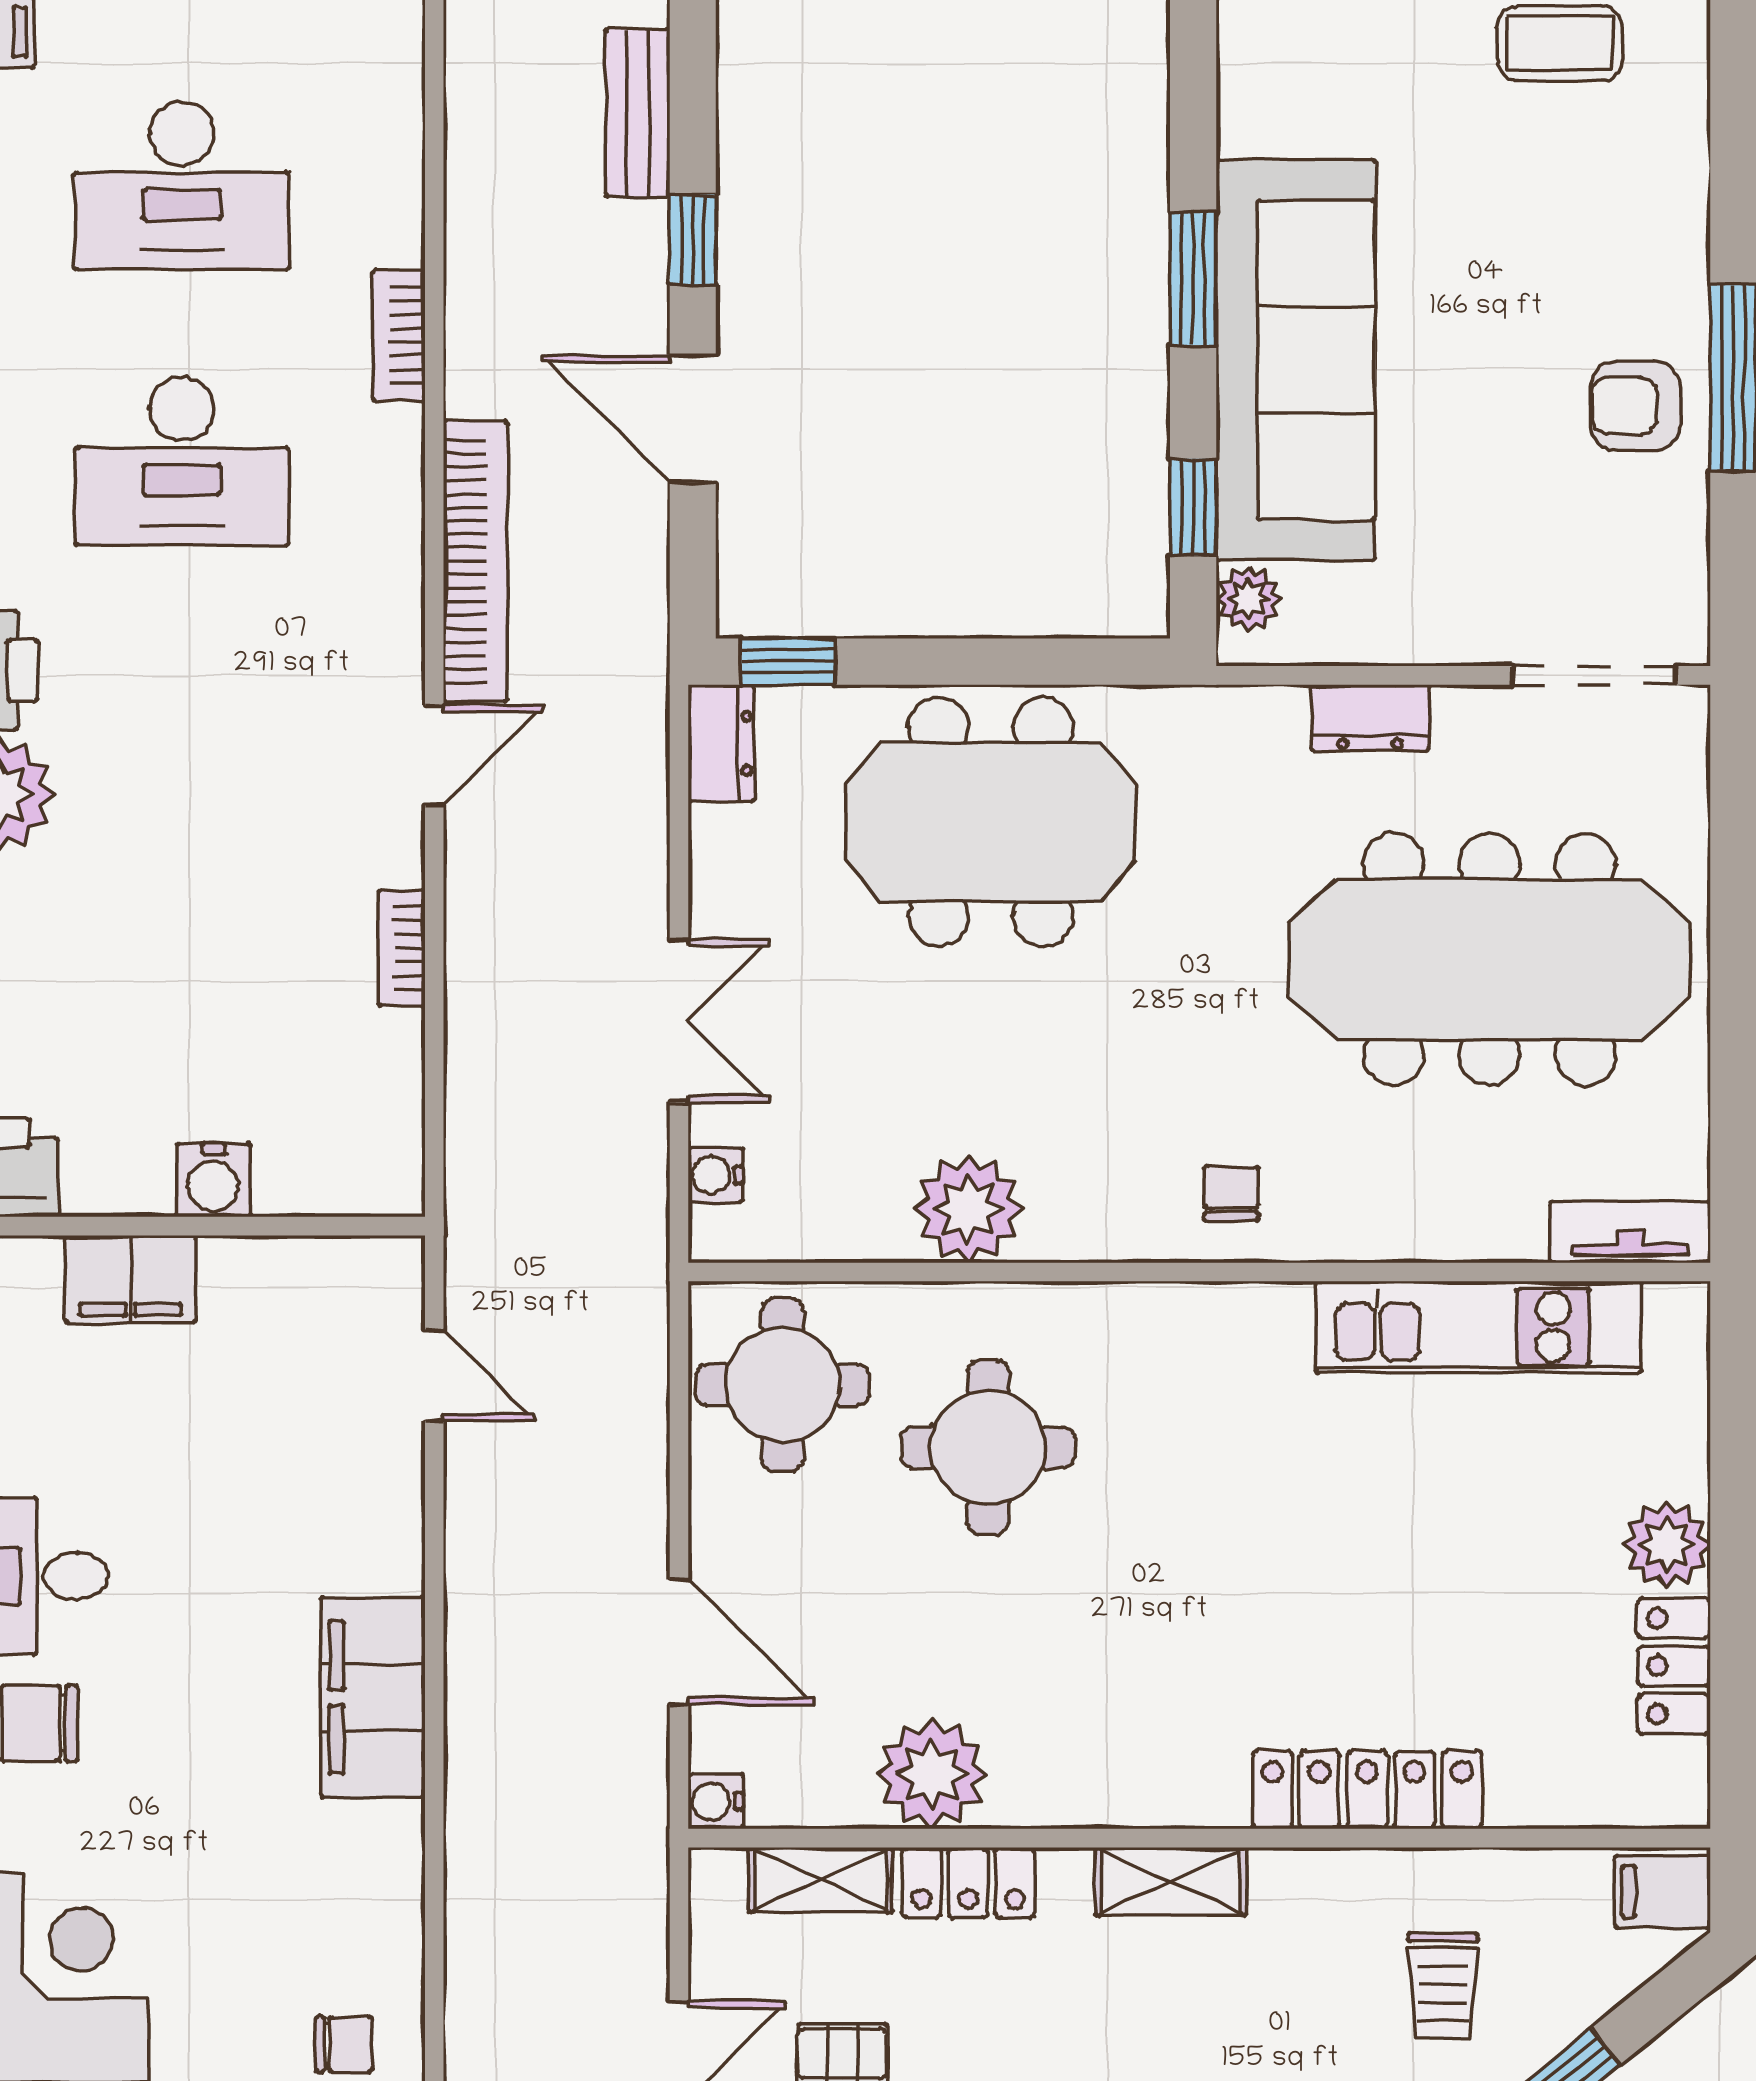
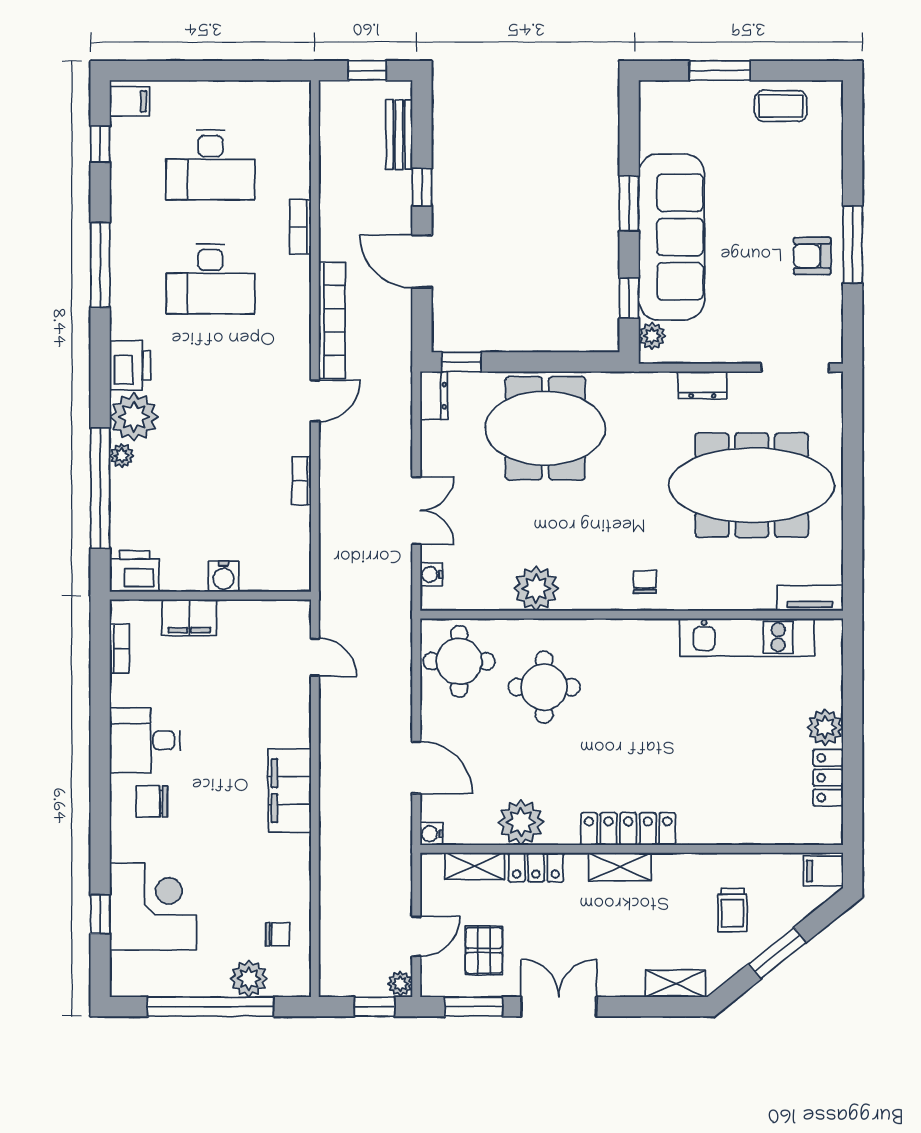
locker: (1367, 1790) -> (628, 829), moved

